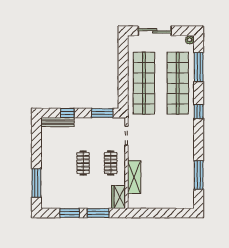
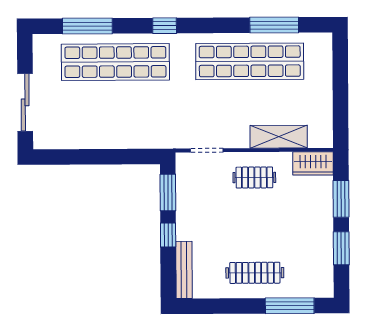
plant: (190, 40) -> (40, 42), removed
shop shelf: (144, 83) -> (250, 61), moved
window: (67, 113) -> (168, 235), moved
clothes rail: (83, 163) -> (255, 273), moved, width x1.36

